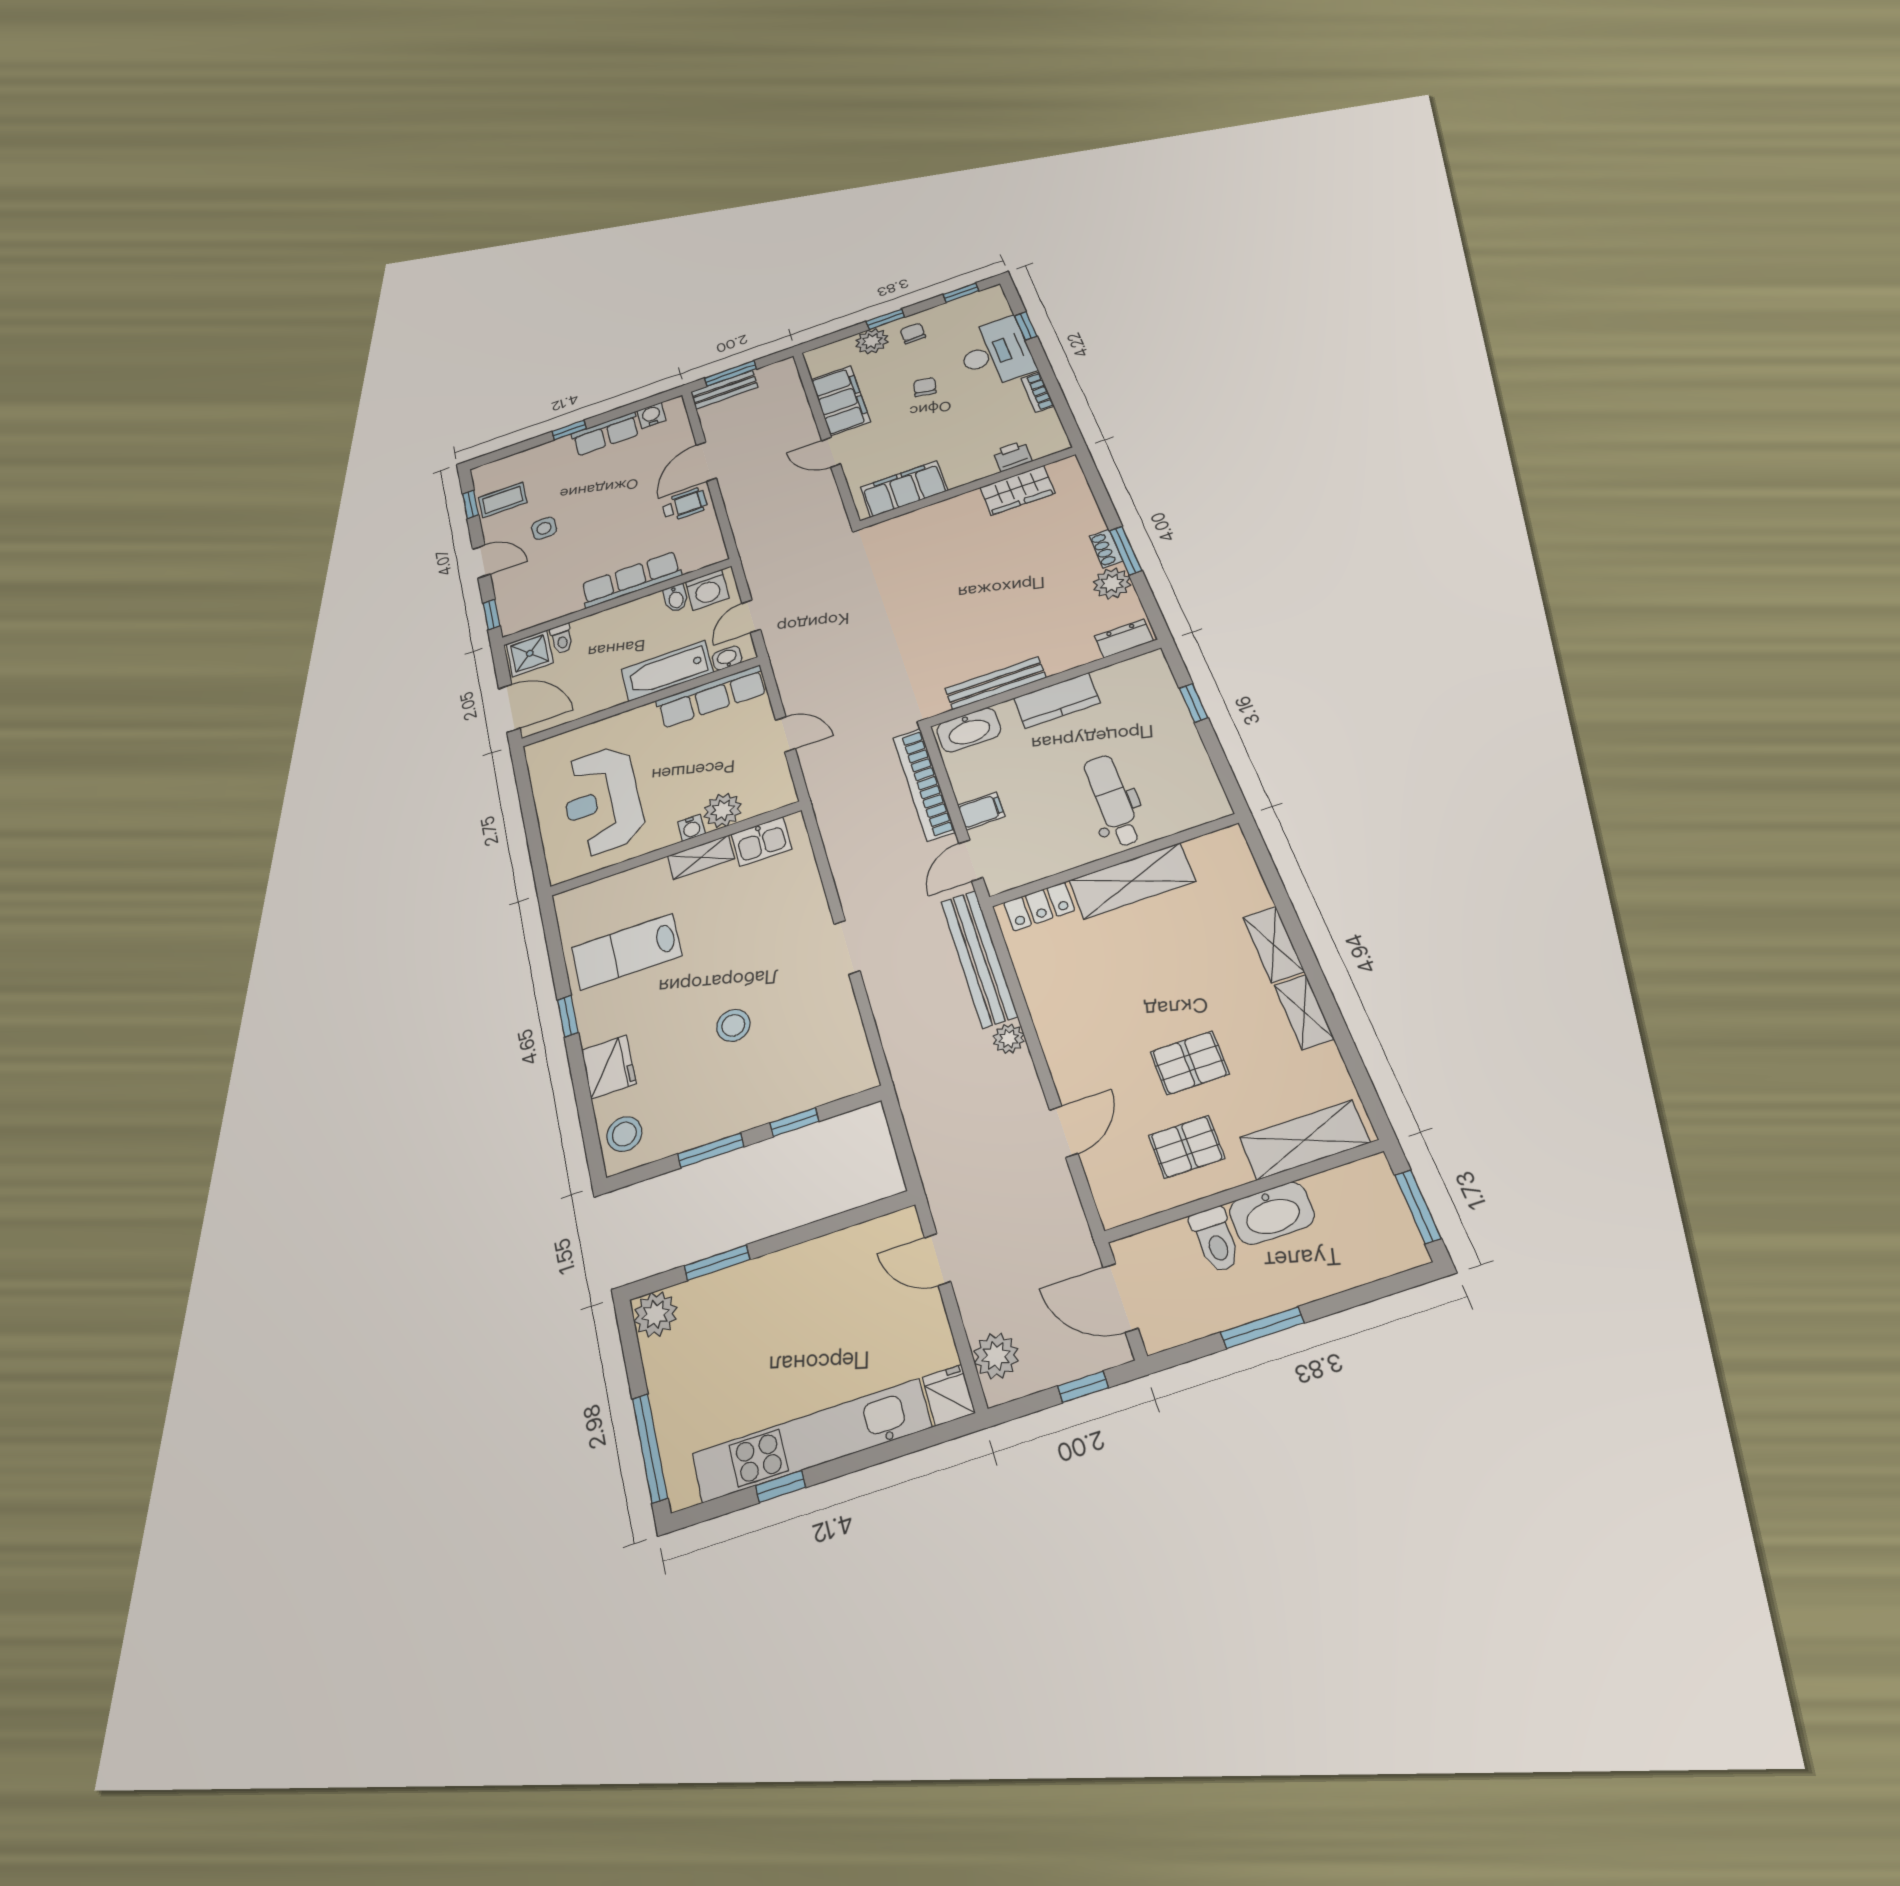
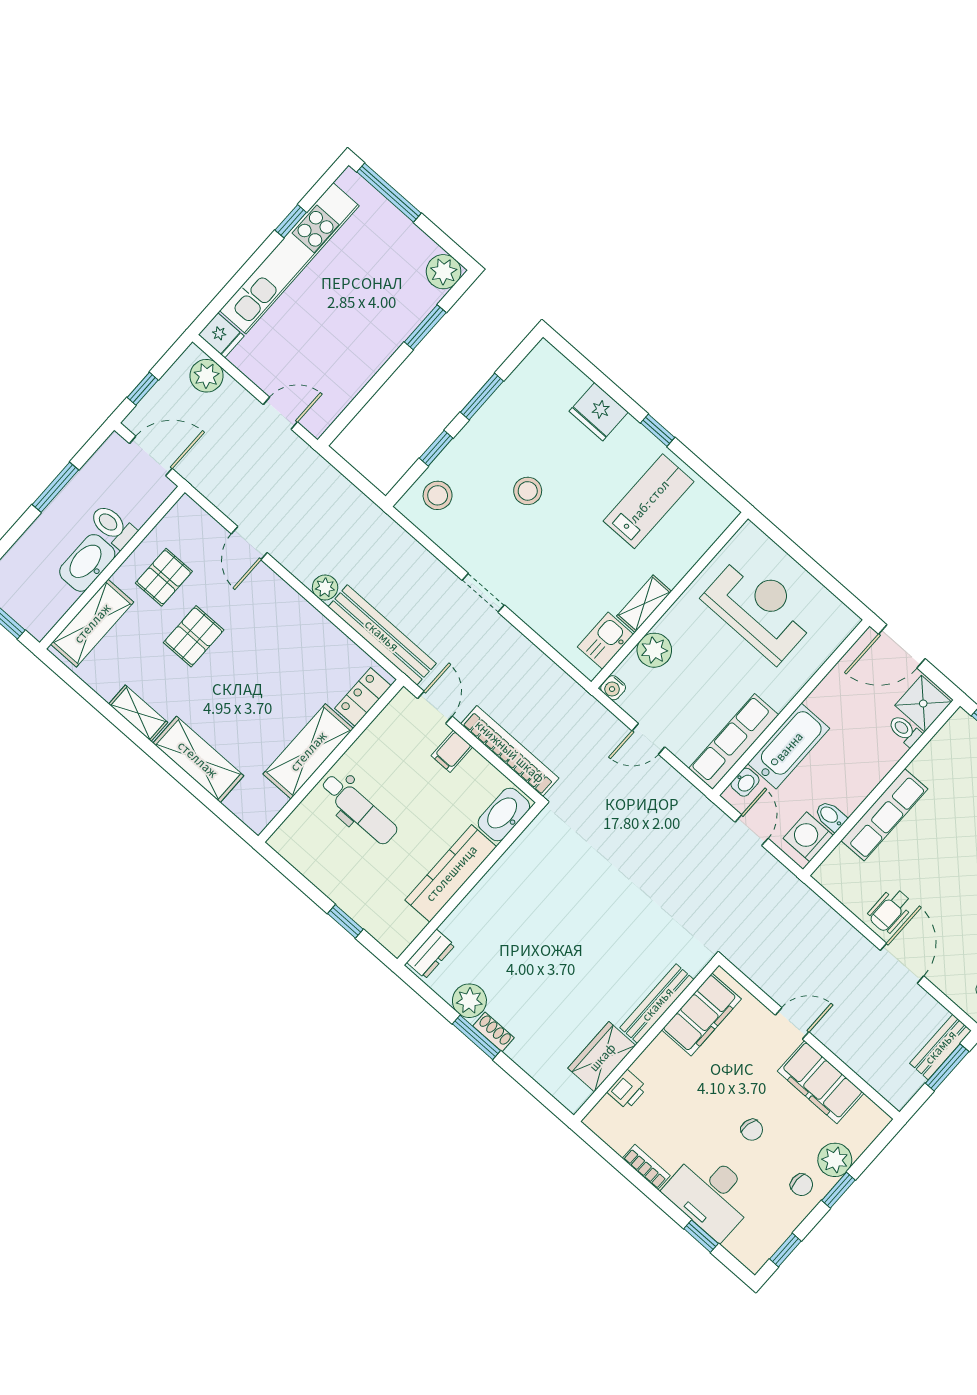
bench: (996, 683) -> (657, 1004), moved
kitchen counter: (1057, 700) -> (451, 873), width x1.50
water cooler: (691, 828) -> (613, 688), moved, turned -90
shelving: (1274, 944) -> (198, 759), width x1.50, depth x1.33
stool: (624, 1134) -> (438, 495), moved

